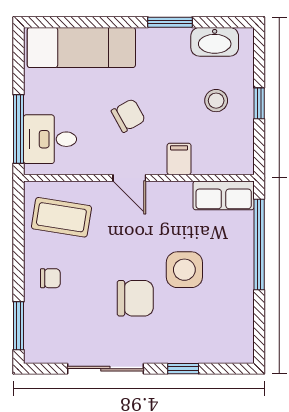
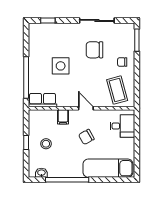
window: (170, 22) -> (67, 180), width x2.11
washbasin: (215, 42) -> (41, 173), width x0.52, depth x0.69
window: (18, 129) -> (137, 131), removed
coffee table: (61, 217) -> (117, 90), turned 66
chair: (135, 298) -> (94, 50), moved
window: (183, 369) -> (48, 20), moved

